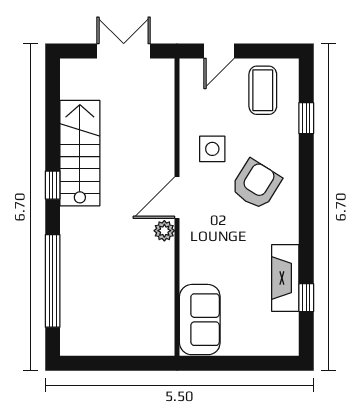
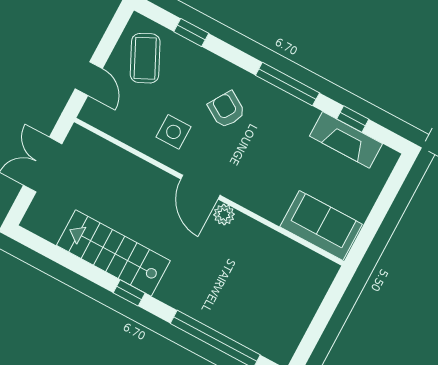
coffee table: (263, 90) -> (145, 58), turned 64
armchair: (256, 184) -> (227, 110), width x0.72, depth x0.72
window: (306, 225) -> (287, 84), added
fireplace: (285, 278) -> (346, 140), moved

